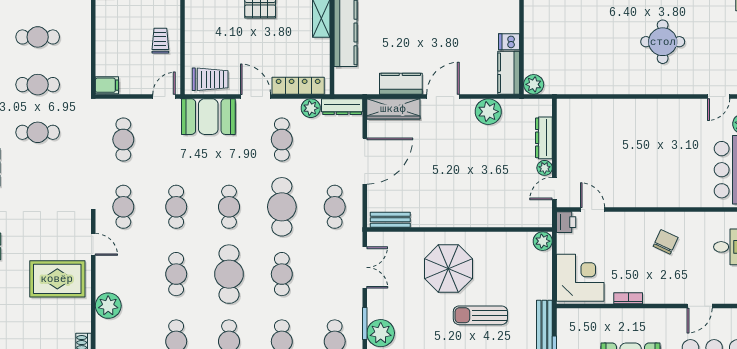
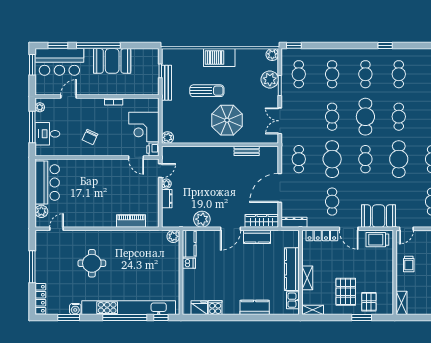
plant: (311, 108) -> (314, 221), removed
piano: (601, 109) -> (131, 221), added
dresser: (544, 138) -> (167, 199), width x0.70
cafe table: (176, 207) -> (399, 159), width x1.37, depth x1.35
bench: (390, 220) -> (247, 151), moved
corner desk: (580, 278) -> (144, 127), moved

